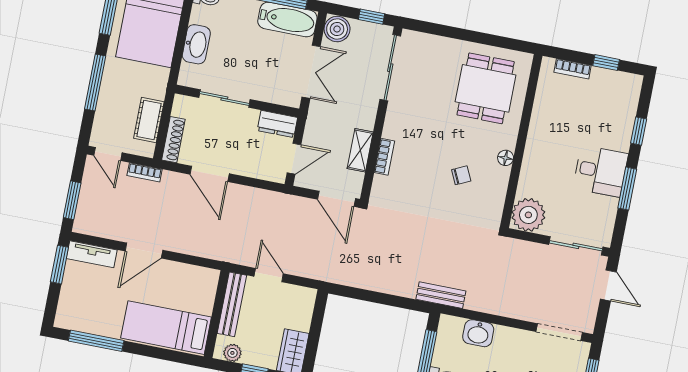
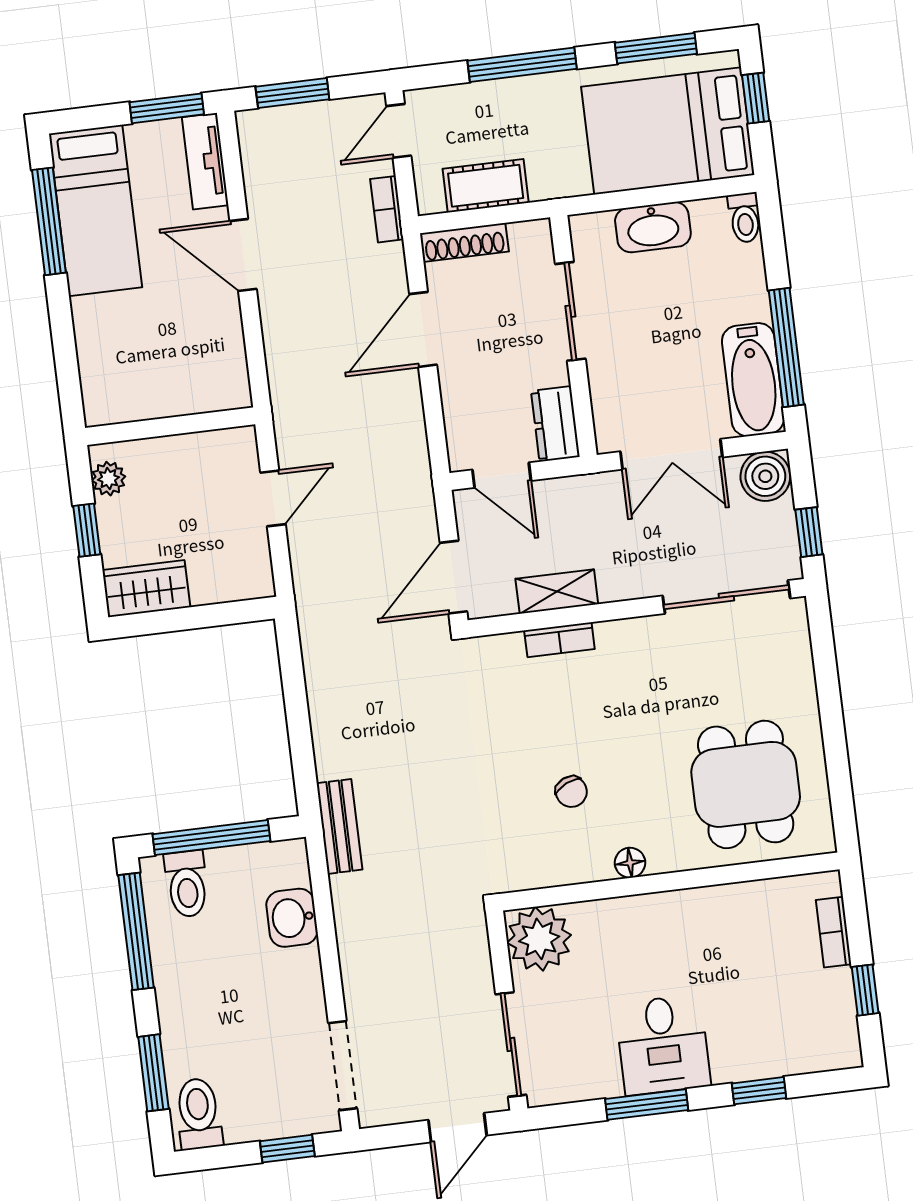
dining table: (486, 88) -> (746, 784), turned 90
bench: (232, 304) -> (197, 449), removed
bed: (166, 328) -> (95, 210), moved, turned 180

